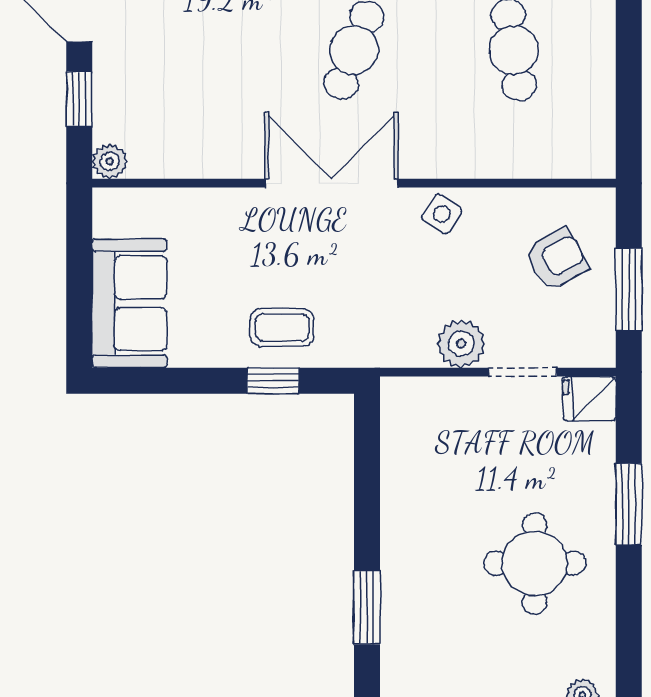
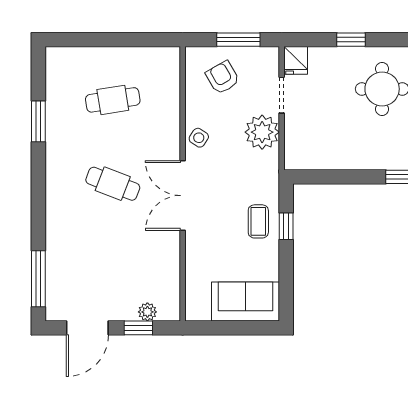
plant: (110, 161) -> (147, 312), moved
plant: (461, 344) -> (262, 132), width x1.36, depth x1.36
window: (629, 504) -> (351, 40), width x0.67

